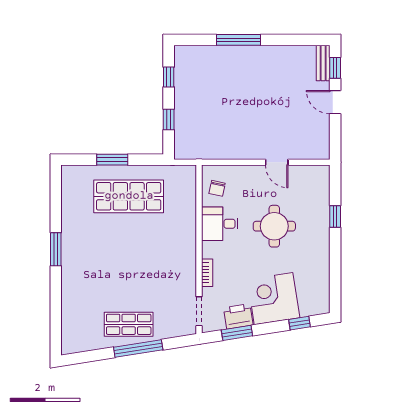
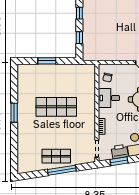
shop shelf: (129, 196) -> (56, 107), moved

